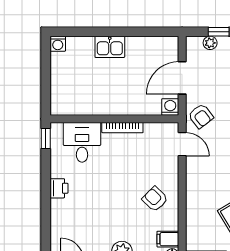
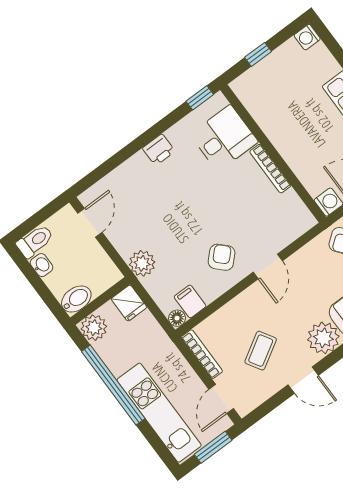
window: (46, 82) -> (258, 54), added
door: (182, 144) -> (268, 266), moved

